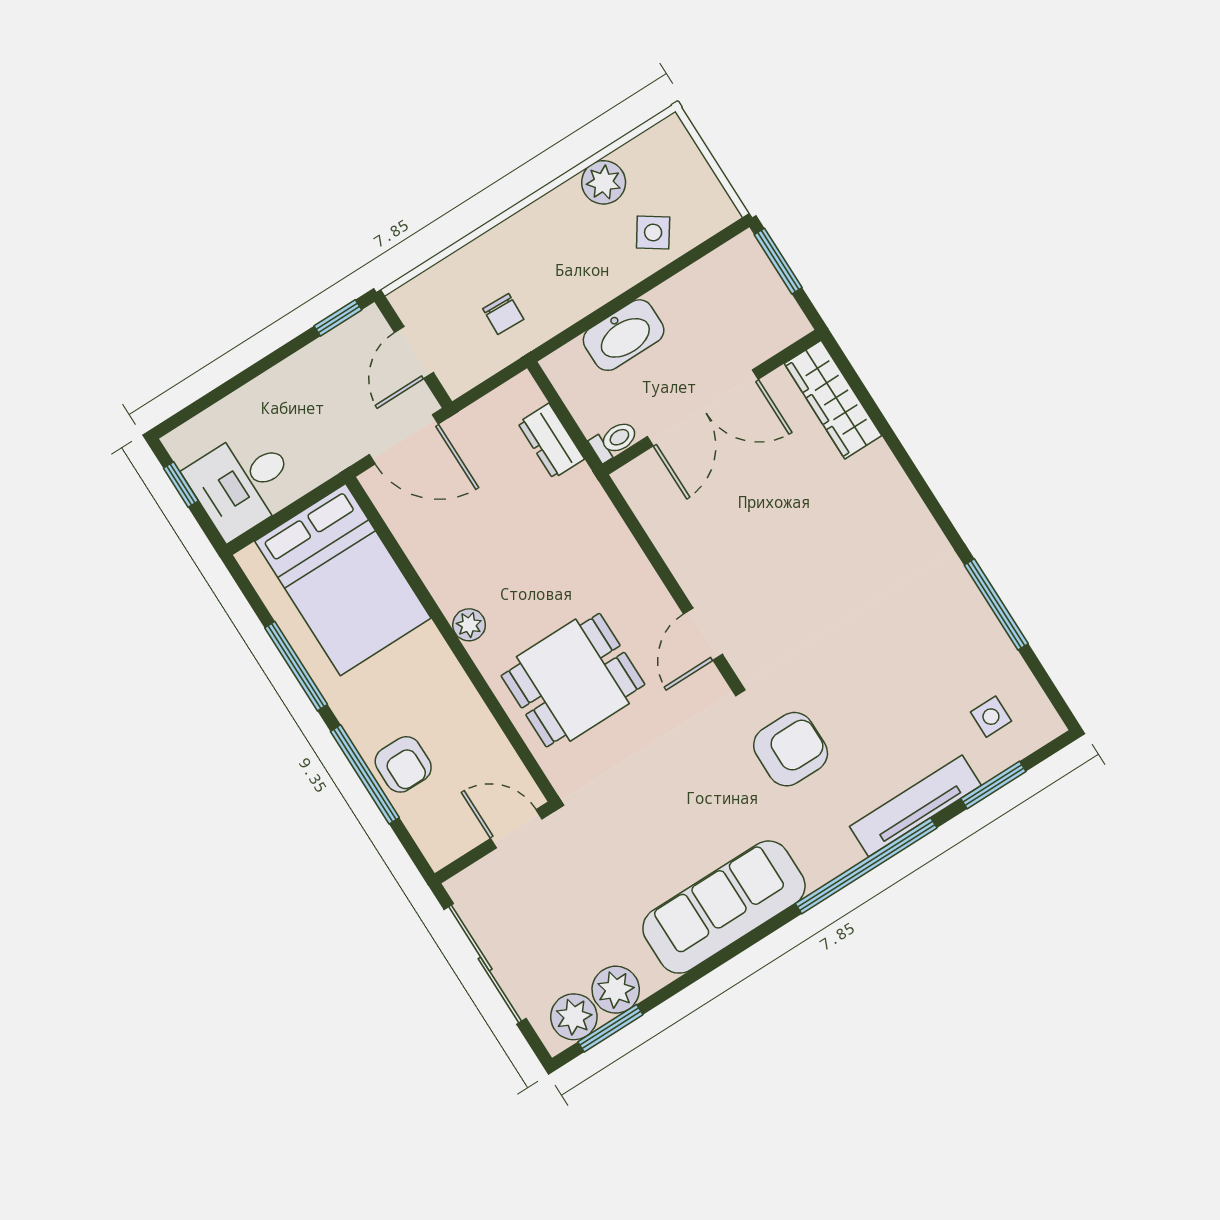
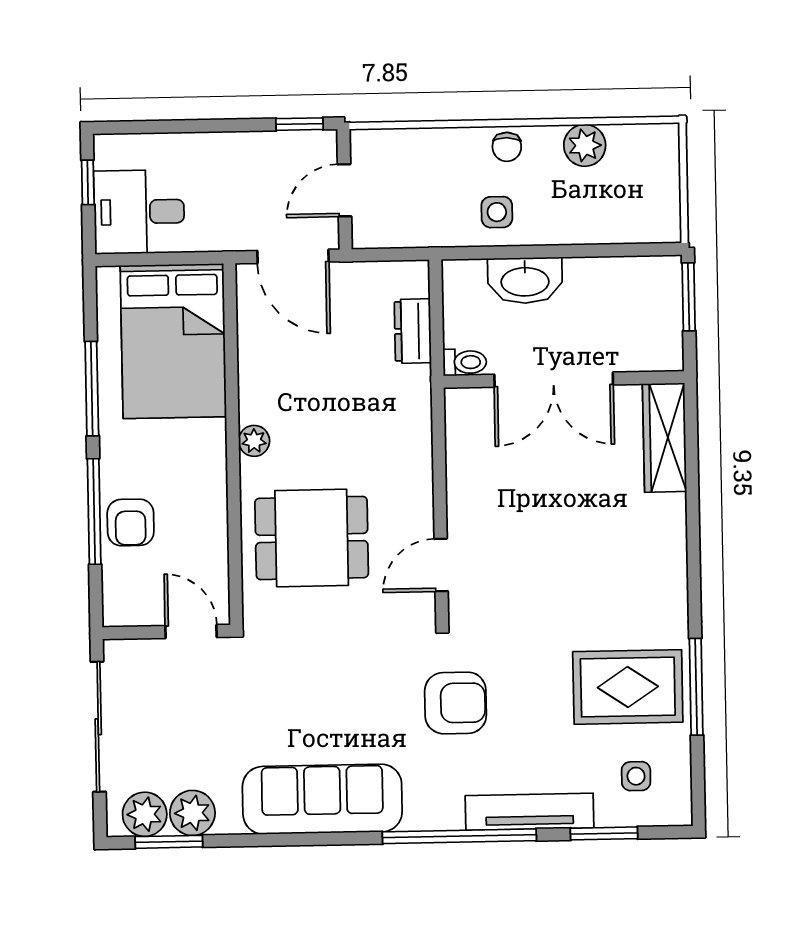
side table: (653, 232) -> (497, 212), moved, turned -34
chair: (503, 314) -> (507, 147), moved
rug: (935, 642) -> (628, 687), added

